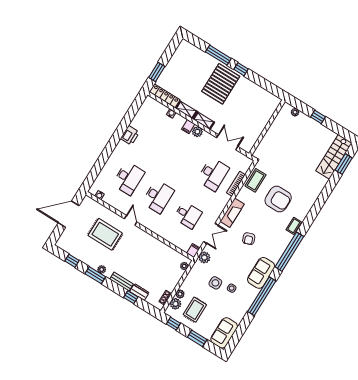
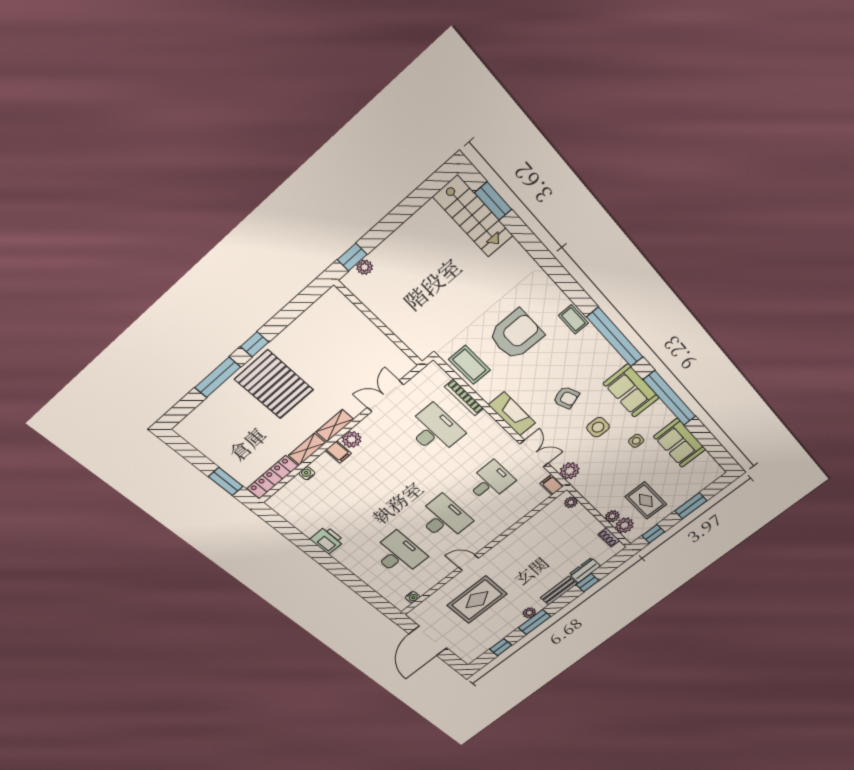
window: (318, 117) -> (352, 257), moved
side table: (215, 283) -> (598, 427), moved
sofa: (224, 333) -> (680, 443), moved

